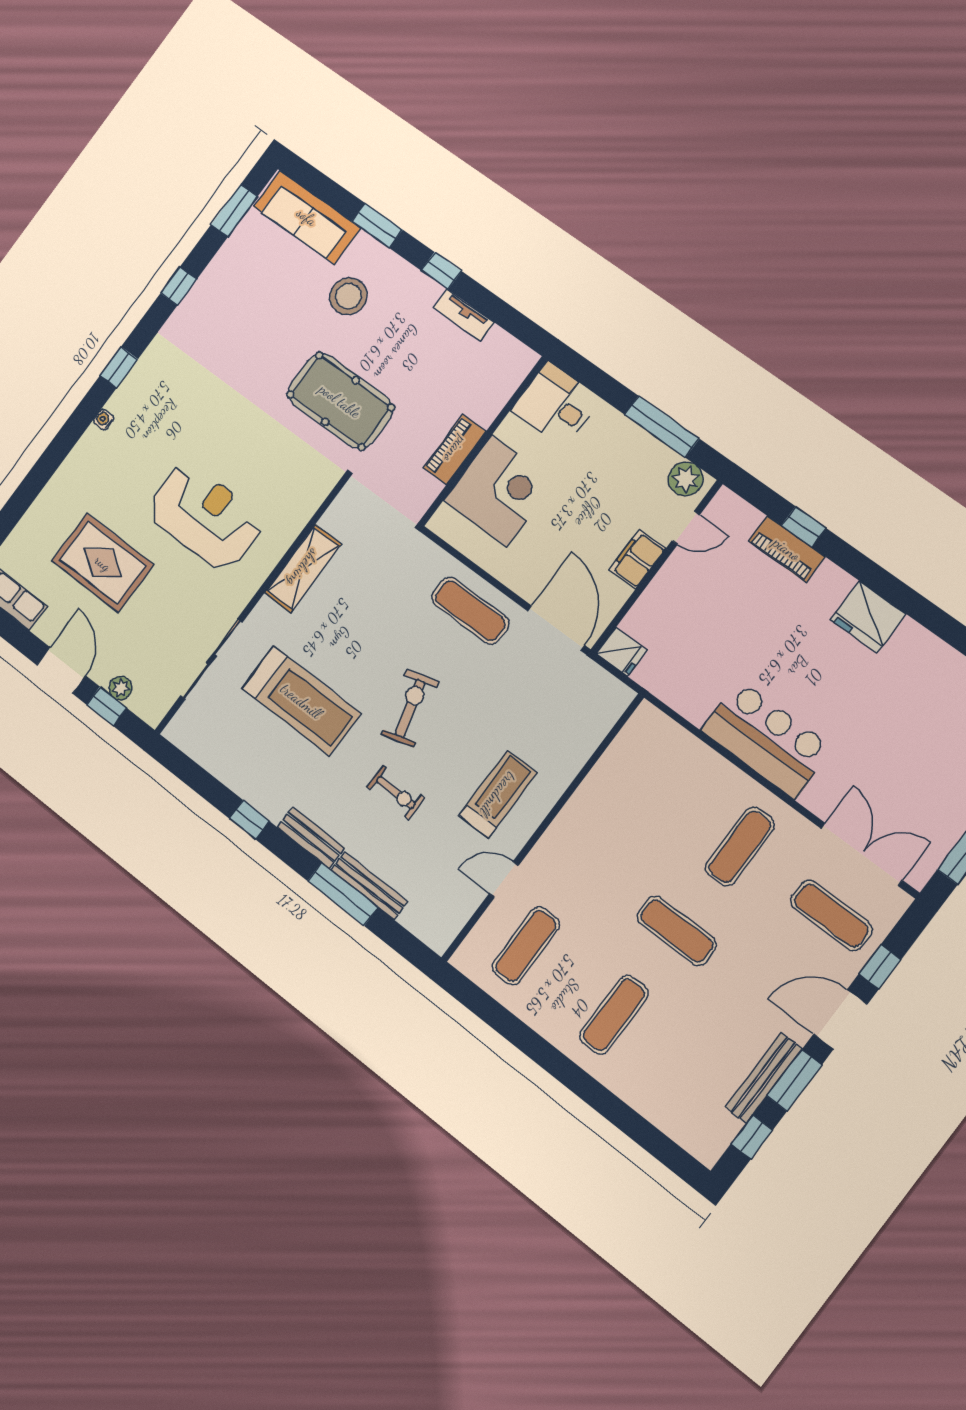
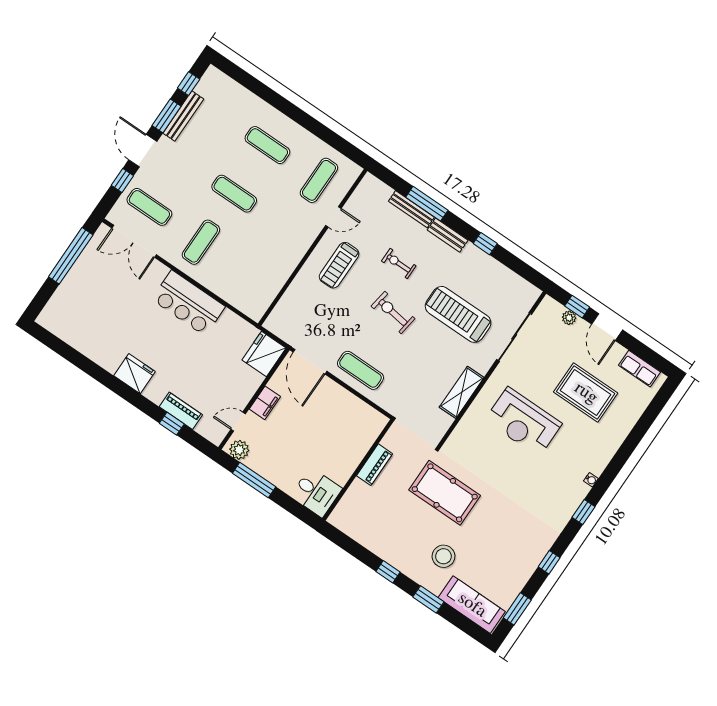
tv unit: (464, 315) -> (373, 545), removed
corner desk: (499, 491) -> (347, 441), removed
fridge: (622, 652) -> (264, 354), width x1.88, depth x1.34
exercise bike: (410, 708) -> (393, 312), turned 114
exercise mat: (614, 1015) -> (267, 145), turned 90
door: (840, 1019) -> (143, 151), swing flipped

